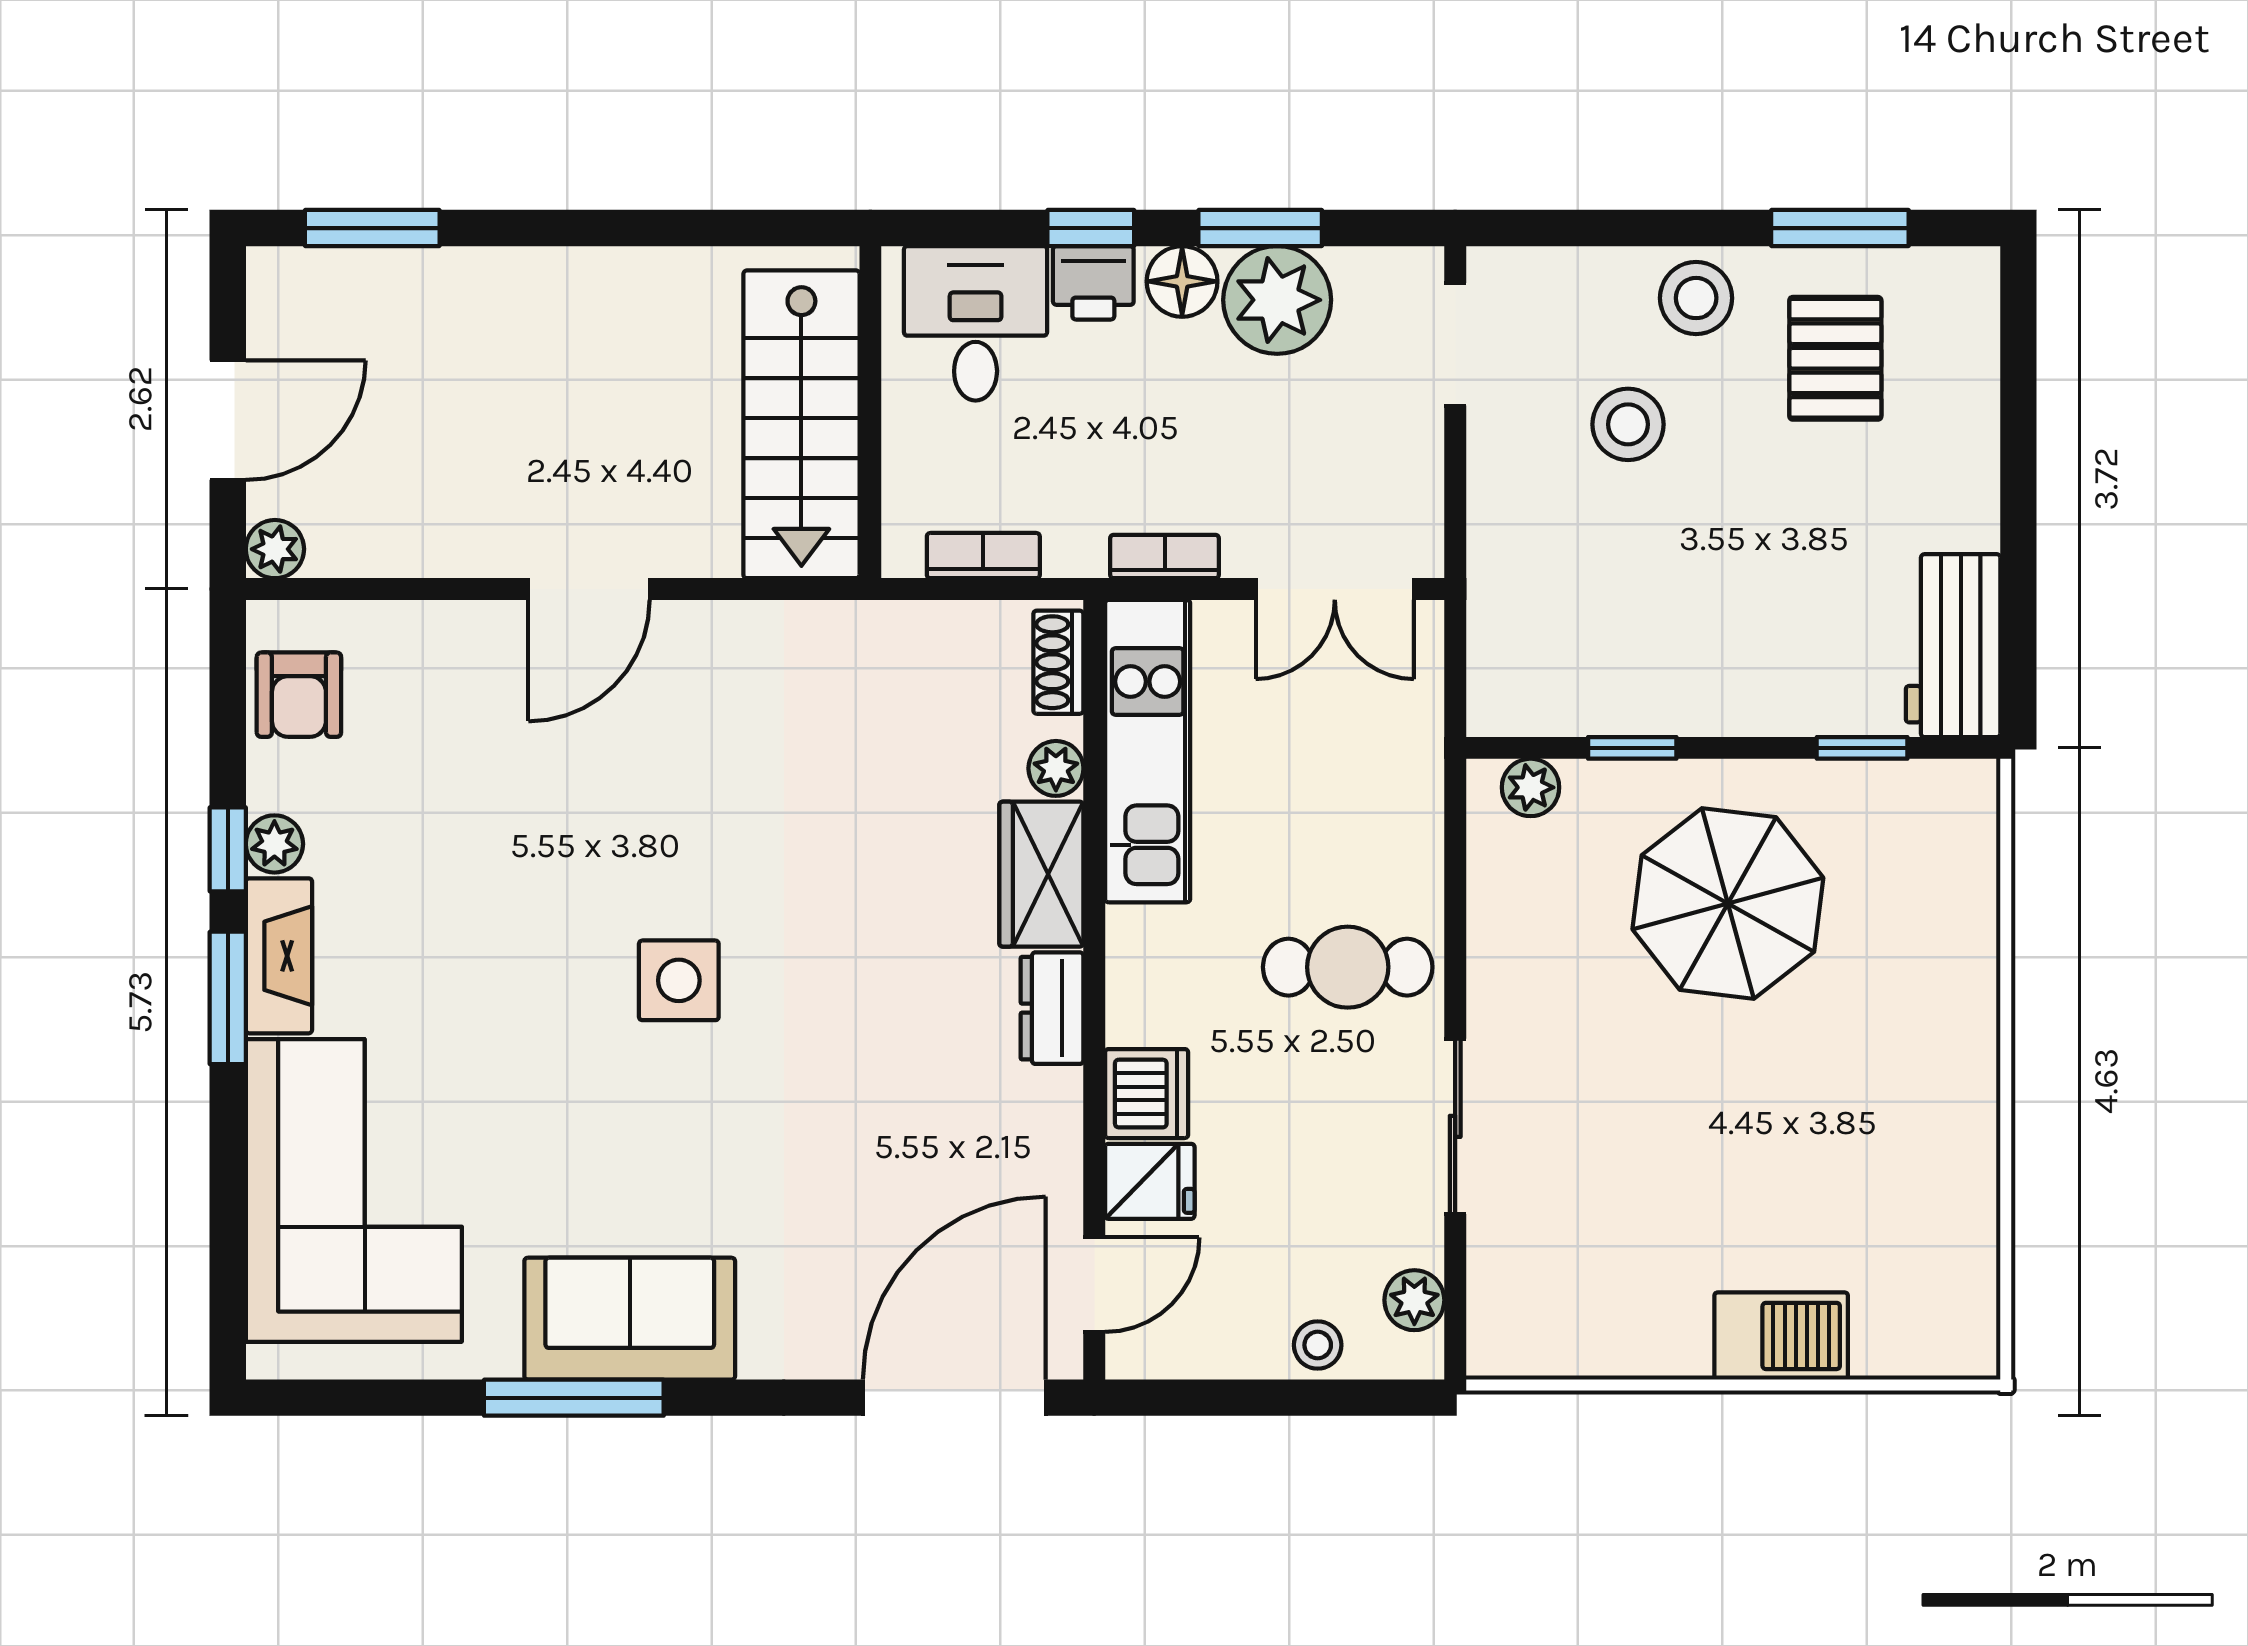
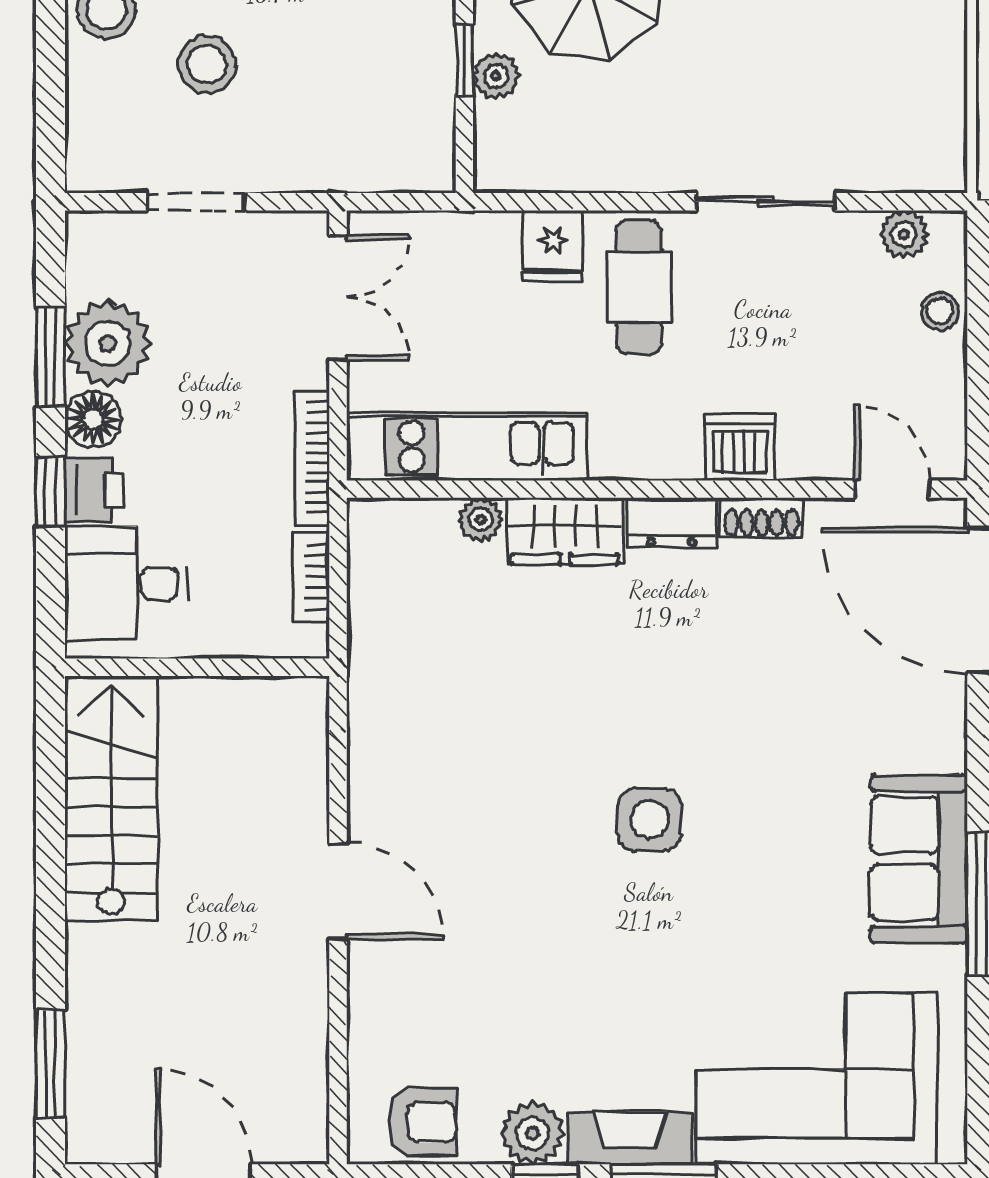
doorway: (1455, 344) -> (196, 202), moved
stairs: (801, 424) -> (111, 798), moved, turned -90
plant: (275, 549) -> (306, 1141), removed
bookcase: (1165, 556) -> (312, 457), width x1.56
shoe rack: (1058, 662) -> (762, 518), moved
plant: (1531, 787) -> (496, 76), moved
plant: (274, 844) -> (532, 1133), width x1.38, depth x1.38
fridge: (1150, 1181) -> (553, 246), moved, turned 180

